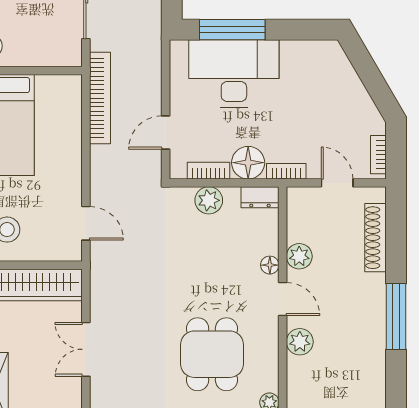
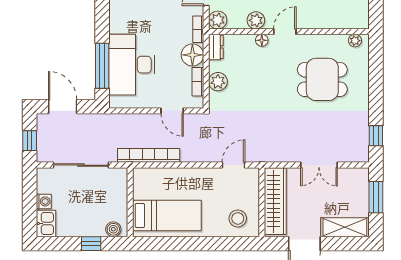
plant: (300, 342) -> (218, 20), moved

